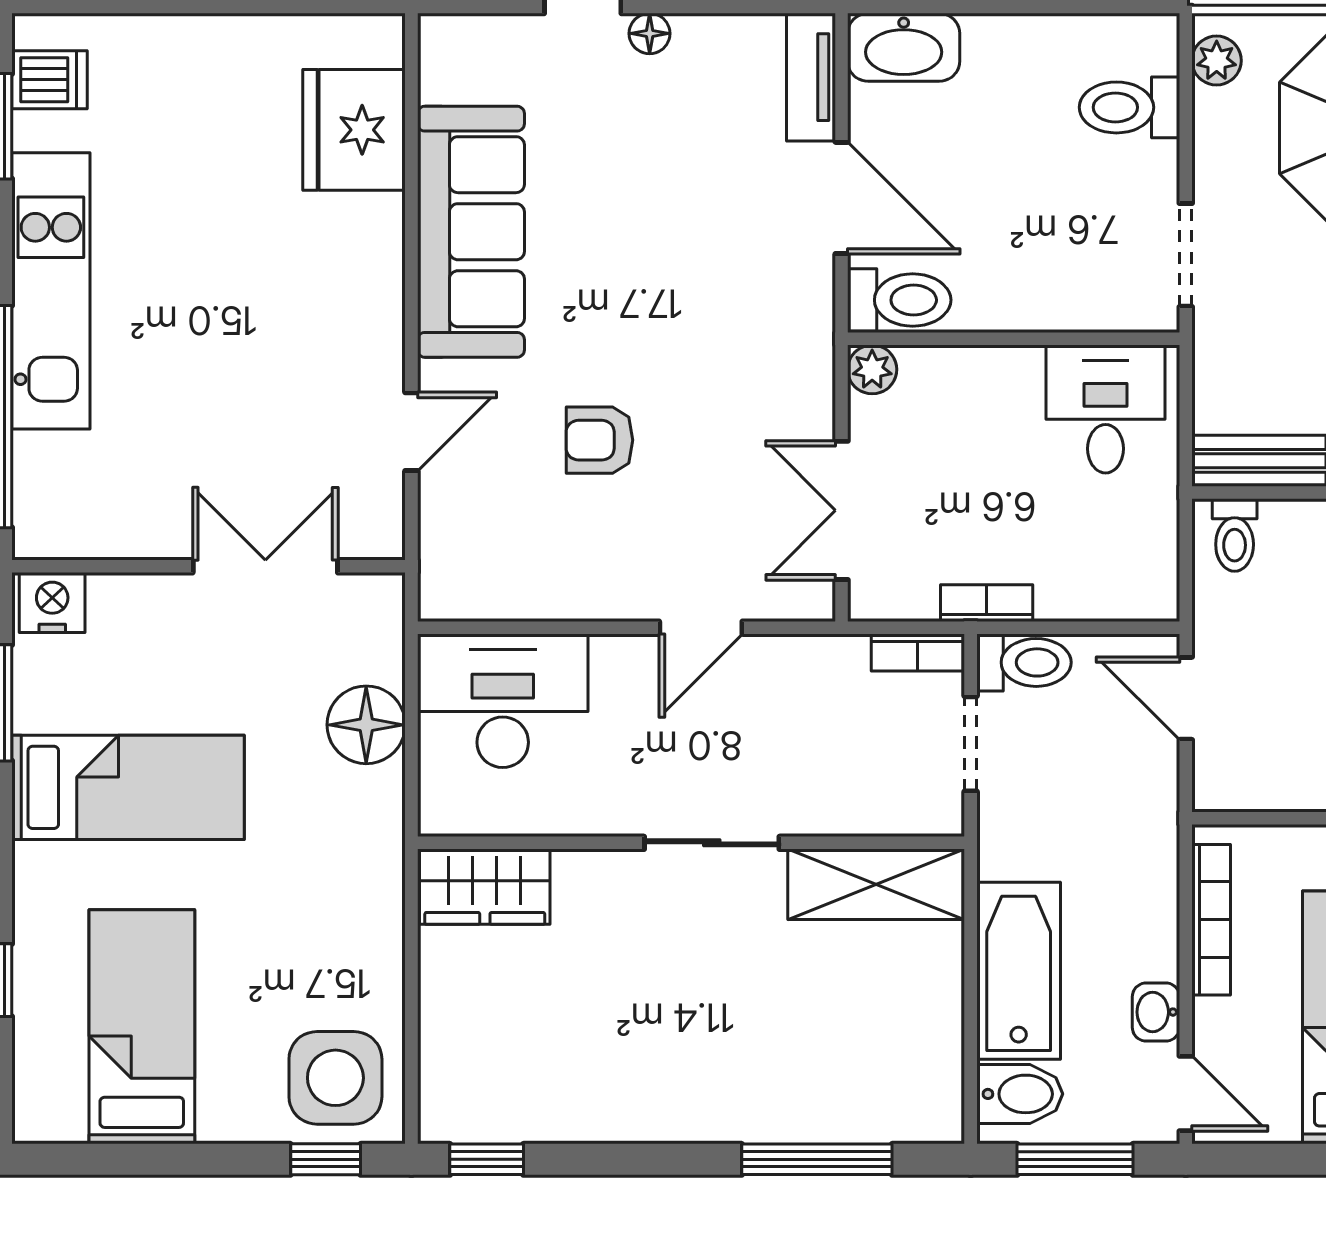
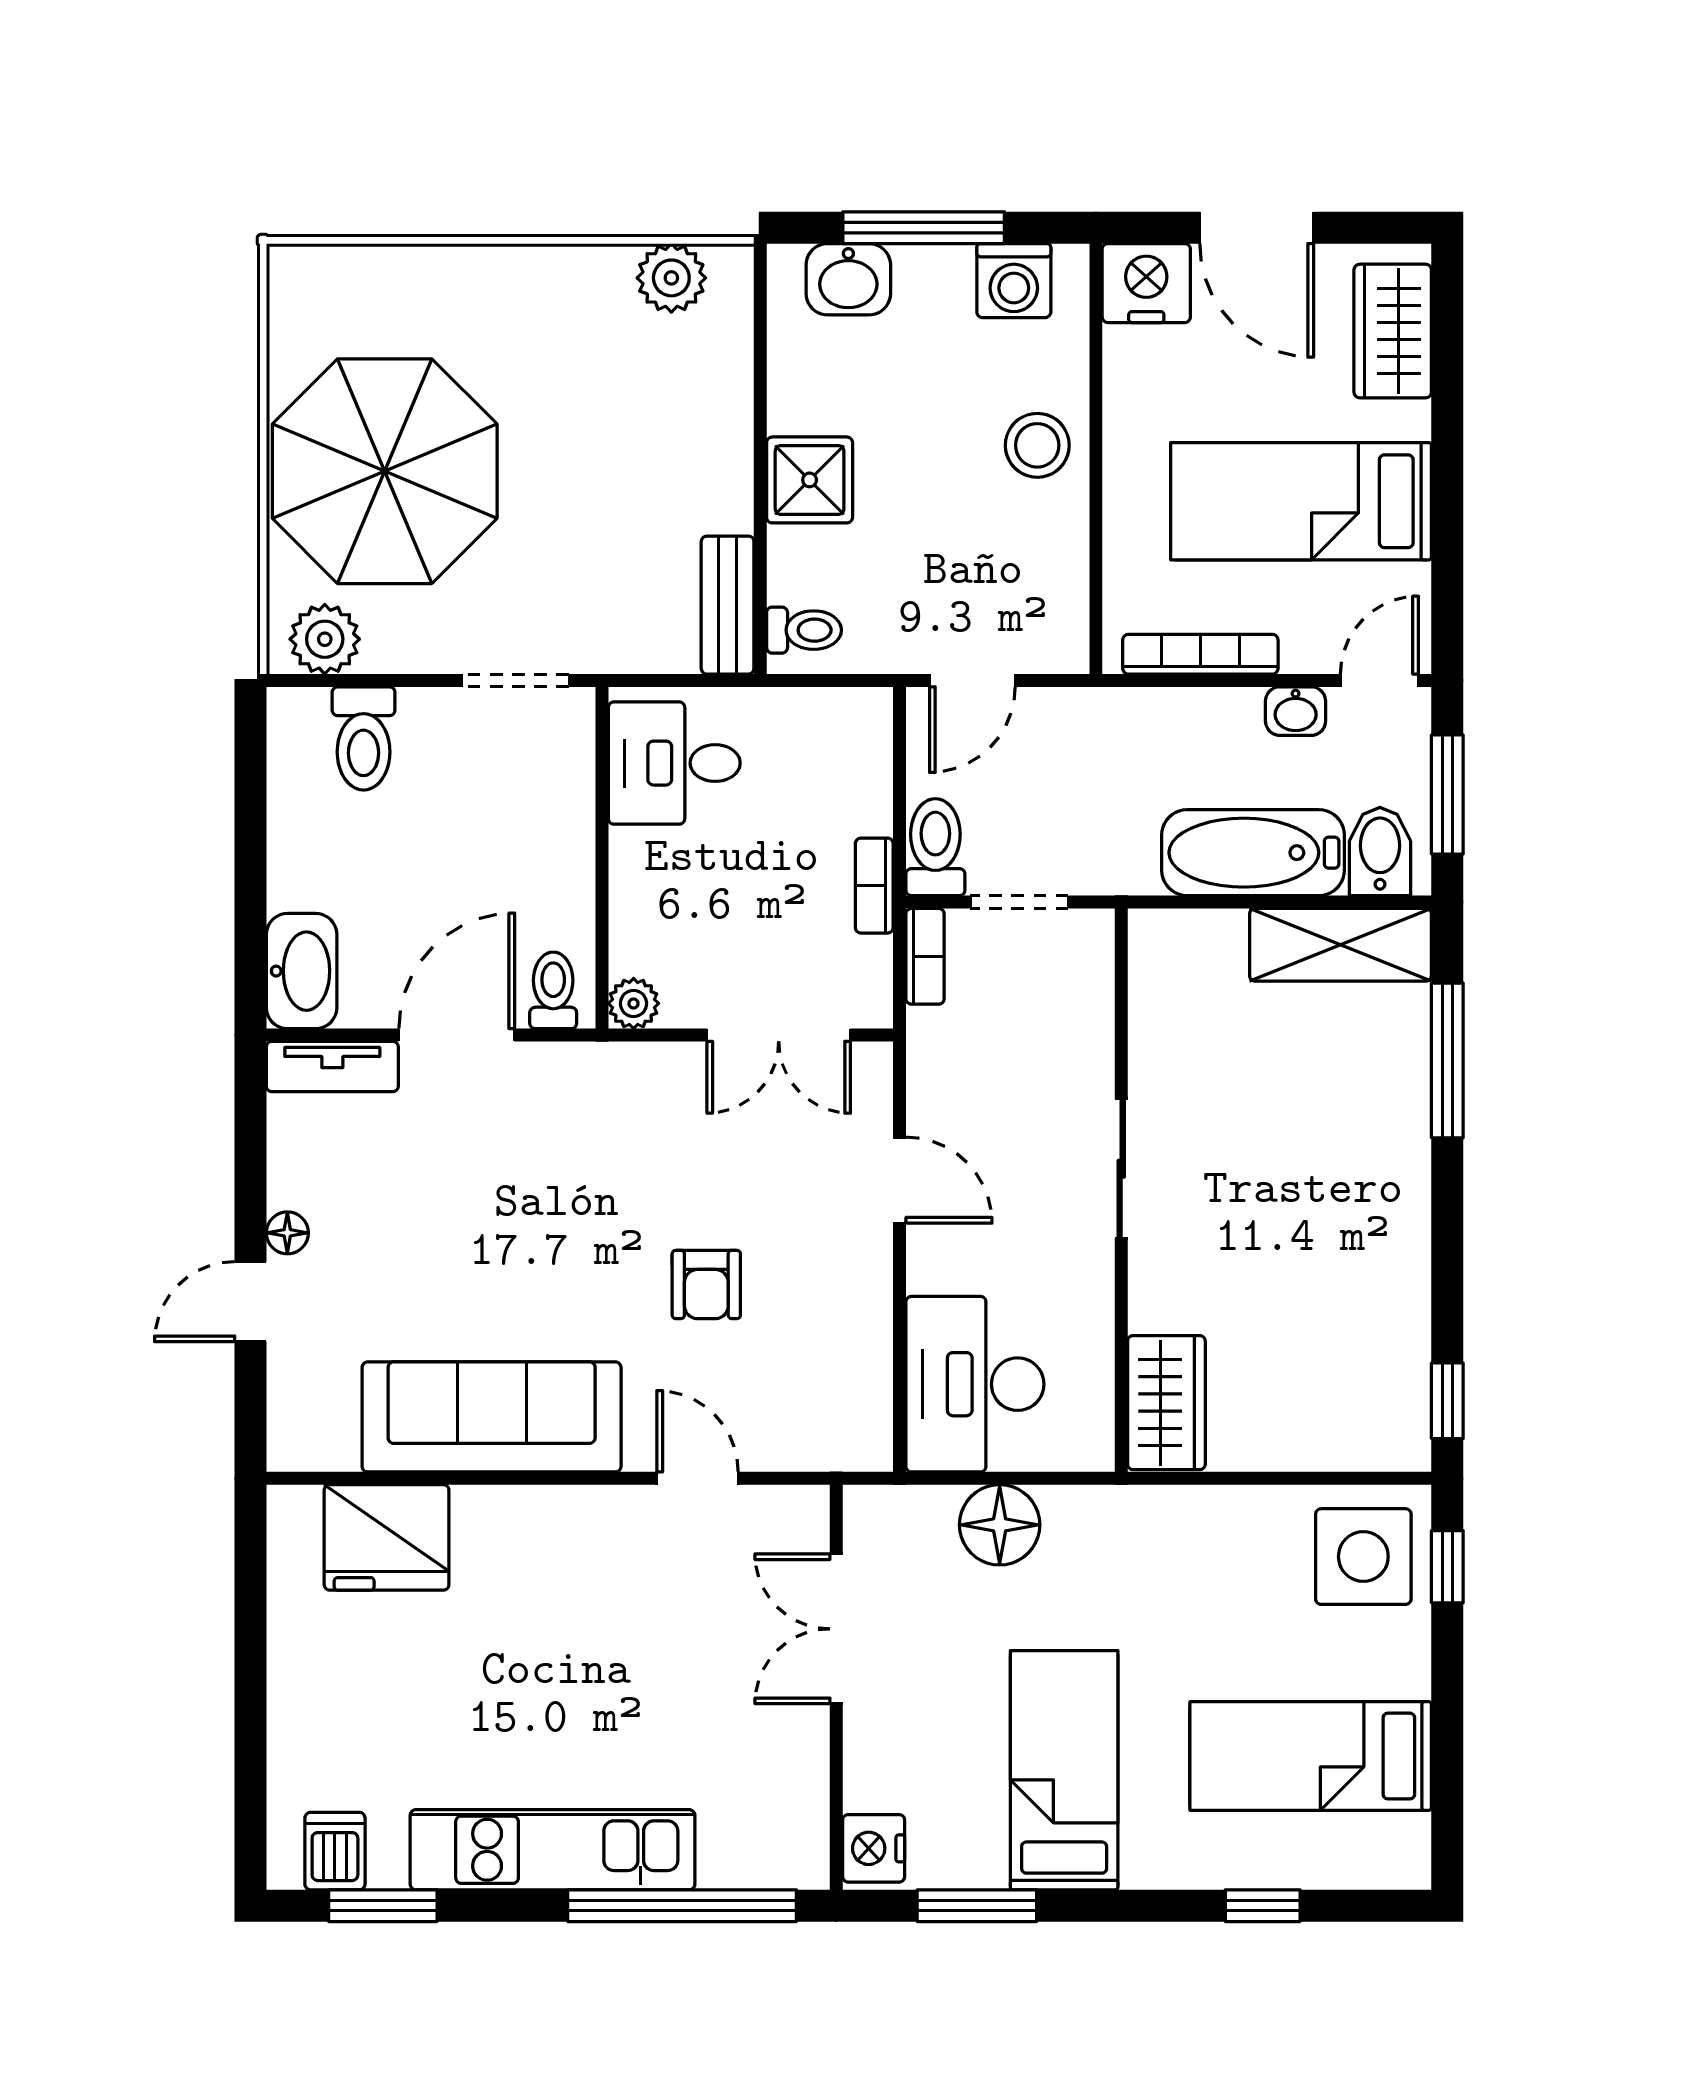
plant: (1217, 61) -> (325, 639), width x1.38, depth x1.38
toilet: (899, 300) -> (553, 990), width x0.73, depth x0.72
shelving: (876, 884) -> (1341, 945), moved, turned 90

